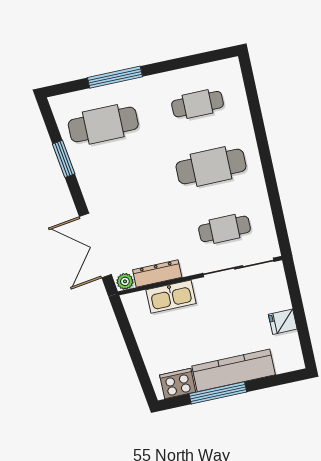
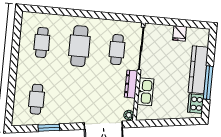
window: (115, 77) -> (12, 84), removed
cafe table: (103, 124) -> (36, 99), width x0.73, depth x0.74
dresser: (157, 273) -> (131, 84), moved

